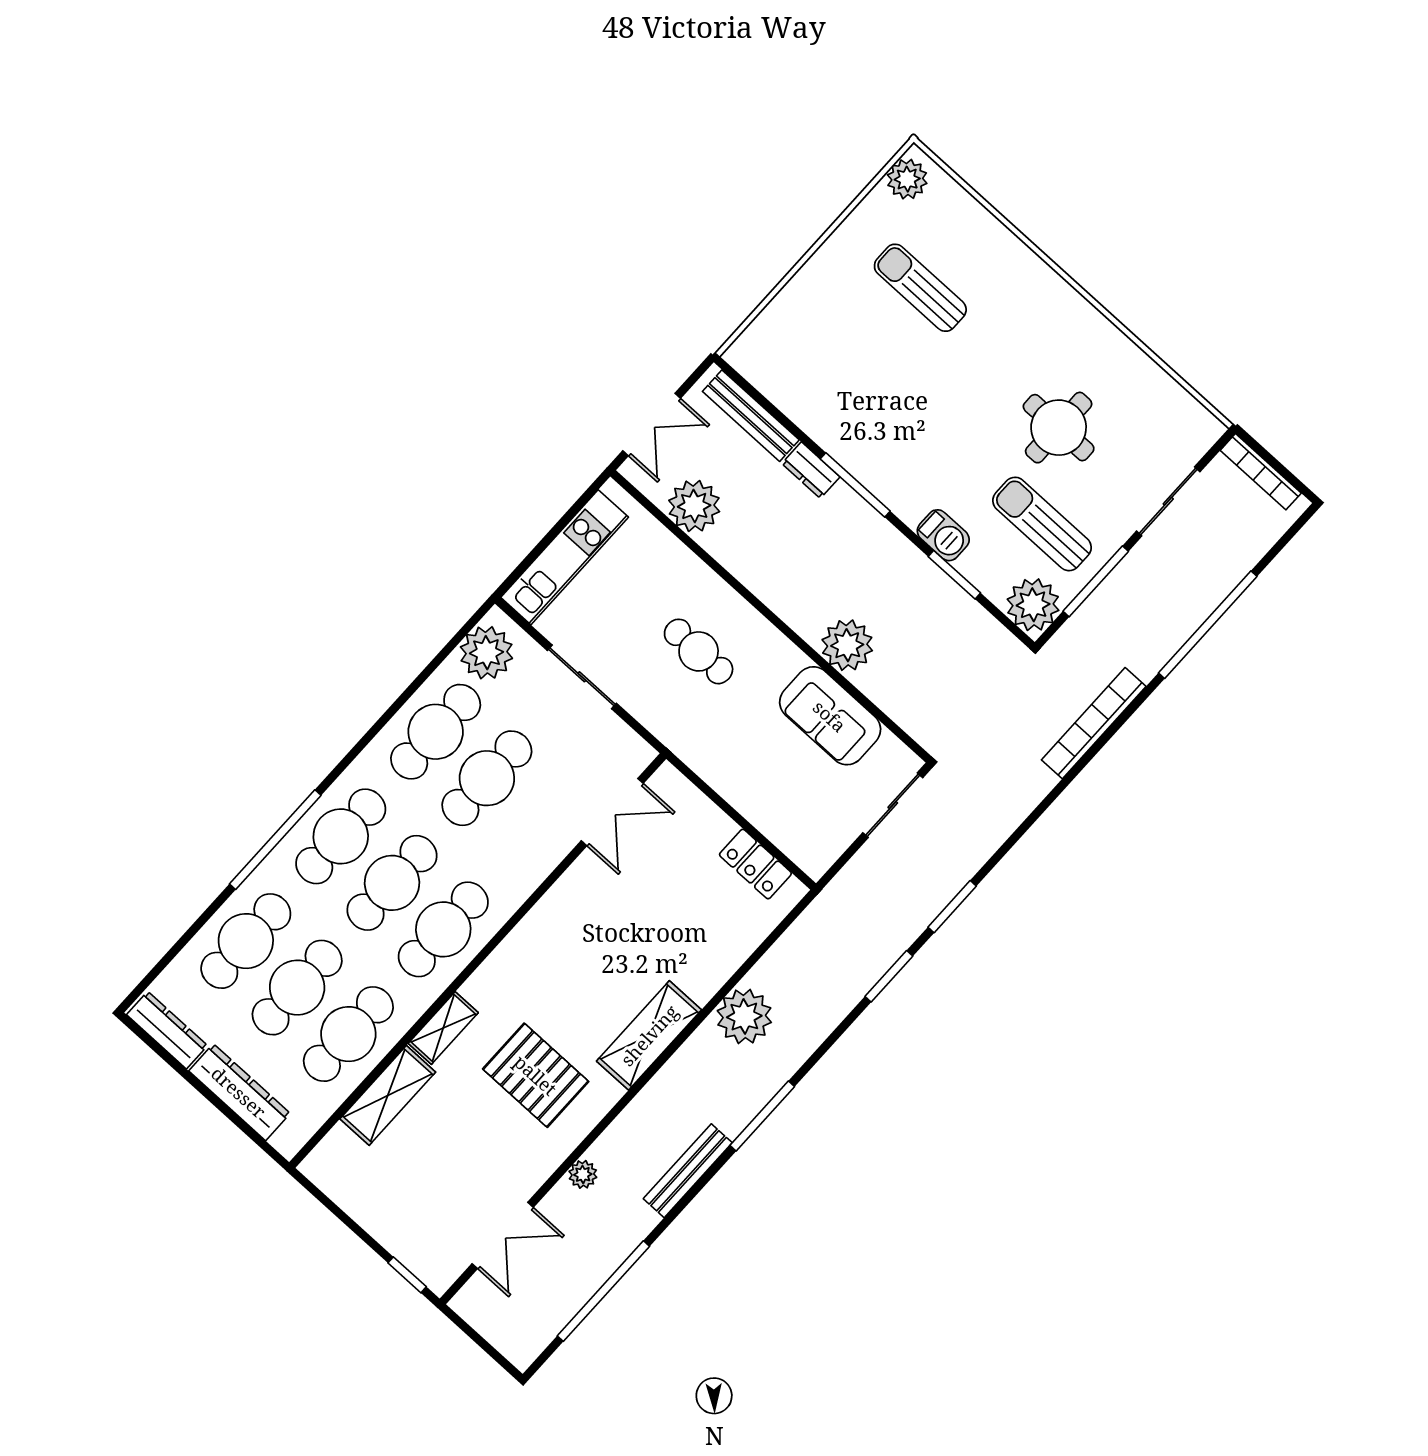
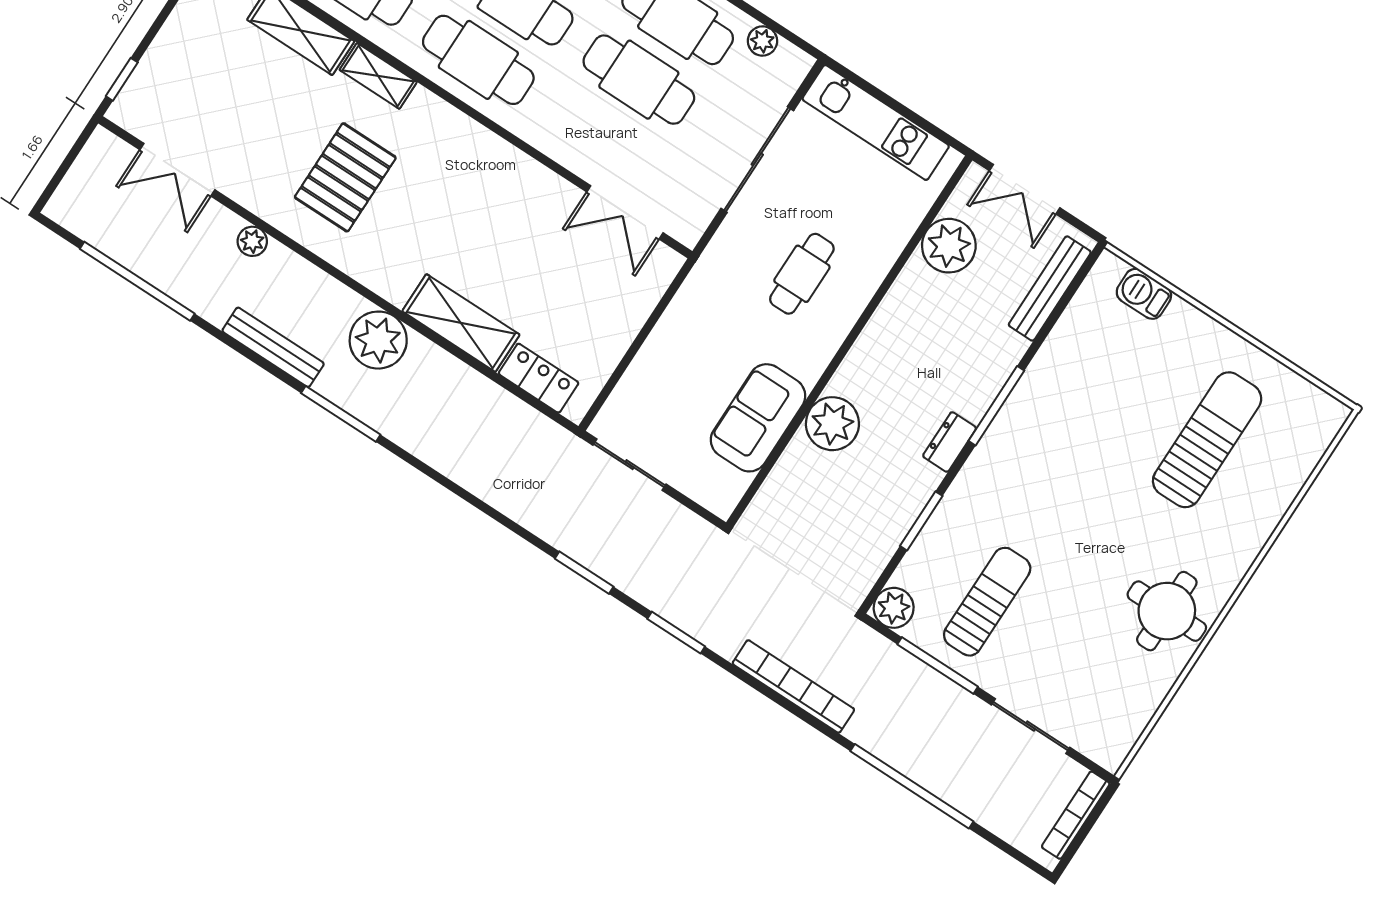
plant: (907, 179) -> (1315, 409), removed
sun lounger: (920, 288) -> (1207, 440), width x1.36, depth x1.34
round table: (1059, 428) -> (1167, 611), moved
dresser: (811, 470) -> (950, 442), moved
barbecue: (943, 535) -> (1144, 294), moved, turned 90
plant: (1033, 605) -> (894, 608), width x0.73, depth x0.73
plant: (486, 653) -> (762, 41), width x0.53, depth x0.53
sliding door: (582, 677) -> (757, 160), width x1.37
sliding door: (893, 805) -> (630, 465), moved
locker: (755, 864) -> (539, 378), moved, turned 90
window: (889, 976) -> (676, 633), moved
plant: (744, 1016) -> (378, 340), moved
shelving: (649, 1035) -> (461, 323), moved

